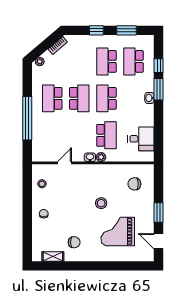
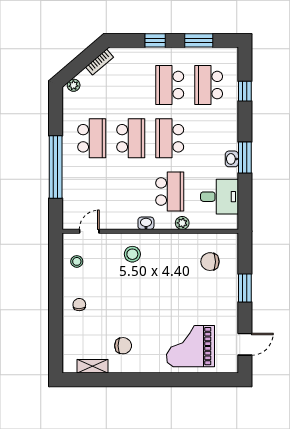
window: (159, 89) -> (245, 157), moved
school desk: (52, 98) -> (92, 138), turned 180
washbasin: (149, 98) -> (232, 159), moved
plant: (101, 157) -> (182, 223), moved
door: (64, 163) -> (89, 231), moved
stool: (101, 203) -> (132, 254), moved
window: (159, 213) -> (245, 288), moved
grand piano: (118, 231) -> (190, 346), moved
door: (159, 241) -> (245, 344), swing flipped

